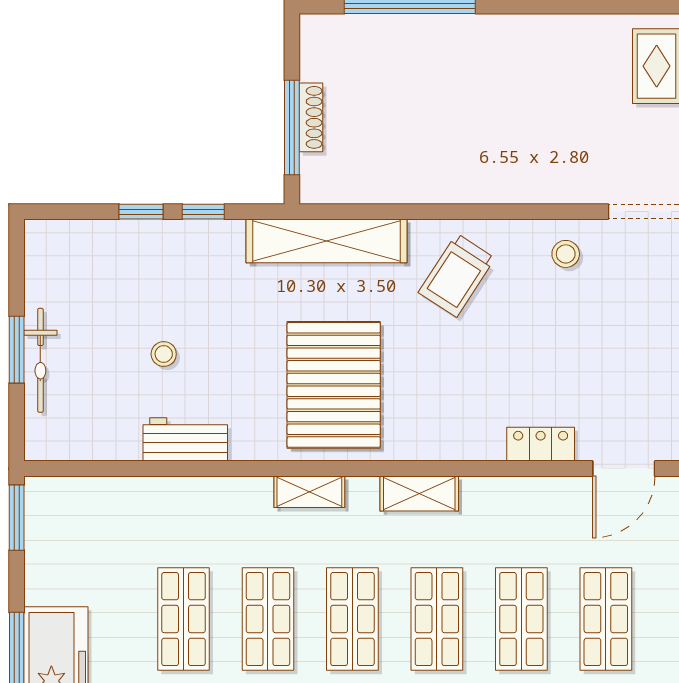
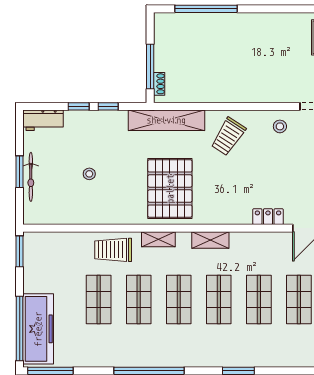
shoe rack: (311, 117) -> (159, 84), moved, width x0.70
workbench: (185, 439) -> (43, 120), moved, turned 180
trolley: (214, 514) -> (113, 250), added

